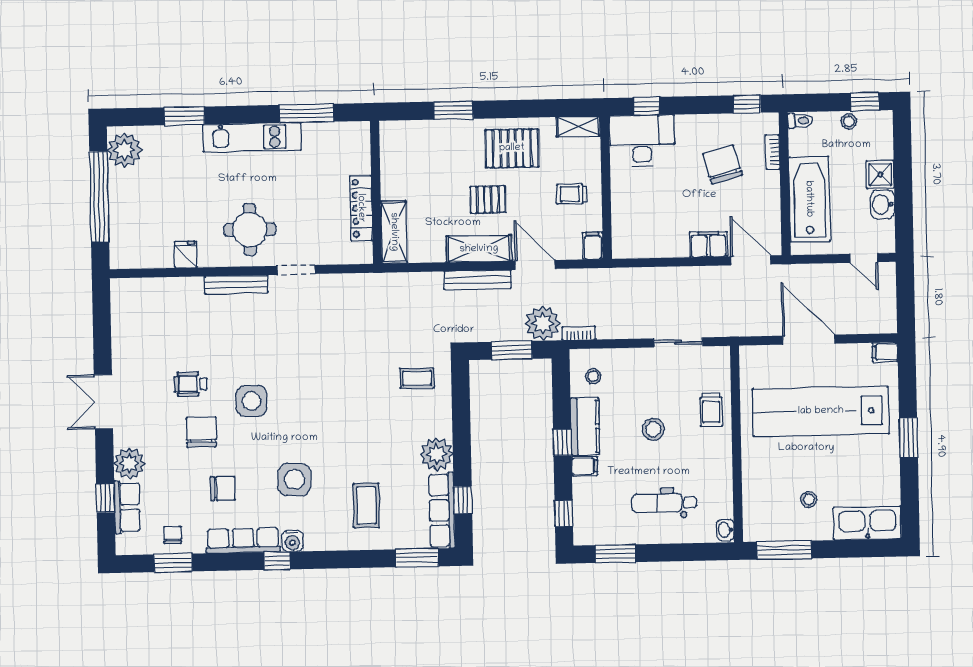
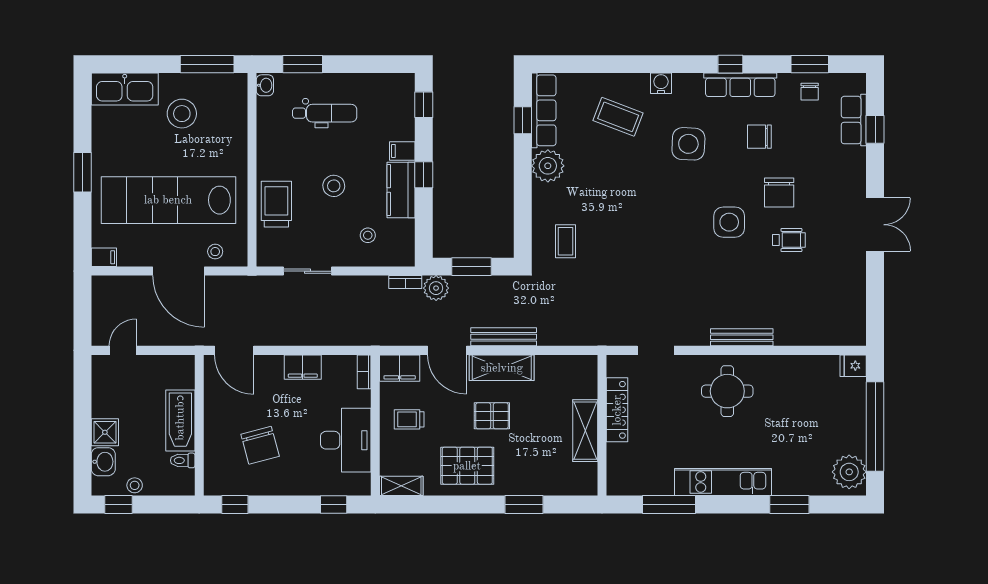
toilet: (800, 121) -> (183, 460), moved
desk: (642, 141) -> (346, 440), moved, turned -90
bookcase: (773, 152) -> (364, 372), moved, turned 180
trolley: (572, 194) -> (409, 419), turned 180
bathtub: (809, 199) -> (180, 421), width x0.73, depth x0.73
washbasin: (882, 204) -> (103, 462), moved
shelving: (394, 232) -> (585, 431), moved
filing cabinet: (708, 244) -> (303, 367), moved
filing cabinet: (593, 246) -> (400, 368), width x2.00
fridge: (186, 255) -> (853, 366), moved, turned 90
door: (864, 258) -> (123, 350), hinge flipped
doorway: (296, 270) -> (656, 350), moved
plant: (543, 323) -> (436, 288), width x0.73, depth x0.73
stool: (772, 360) -> (215, 252), added
stool: (593, 376) -> (368, 235), moved
coffee table: (417, 378) -> (566, 241), turned 90
trolley: (711, 410) -> (276, 204), width x1.36, depth x1.39
lab bench: (821, 411) -> (168, 200), turned 180
plant: (129, 463) -> (851, 163), removed
stool: (809, 499) -> (182, 114), width x1.89, depth x1.89
coffee table: (366, 505) -> (618, 117), turned -69
water cooler: (292, 541) -> (661, 83), moved
window: (615, 554) -> (303, 64), moved
window: (417, 558) -> (569, 64), removed
window: (277, 561) -> (730, 64), moved

